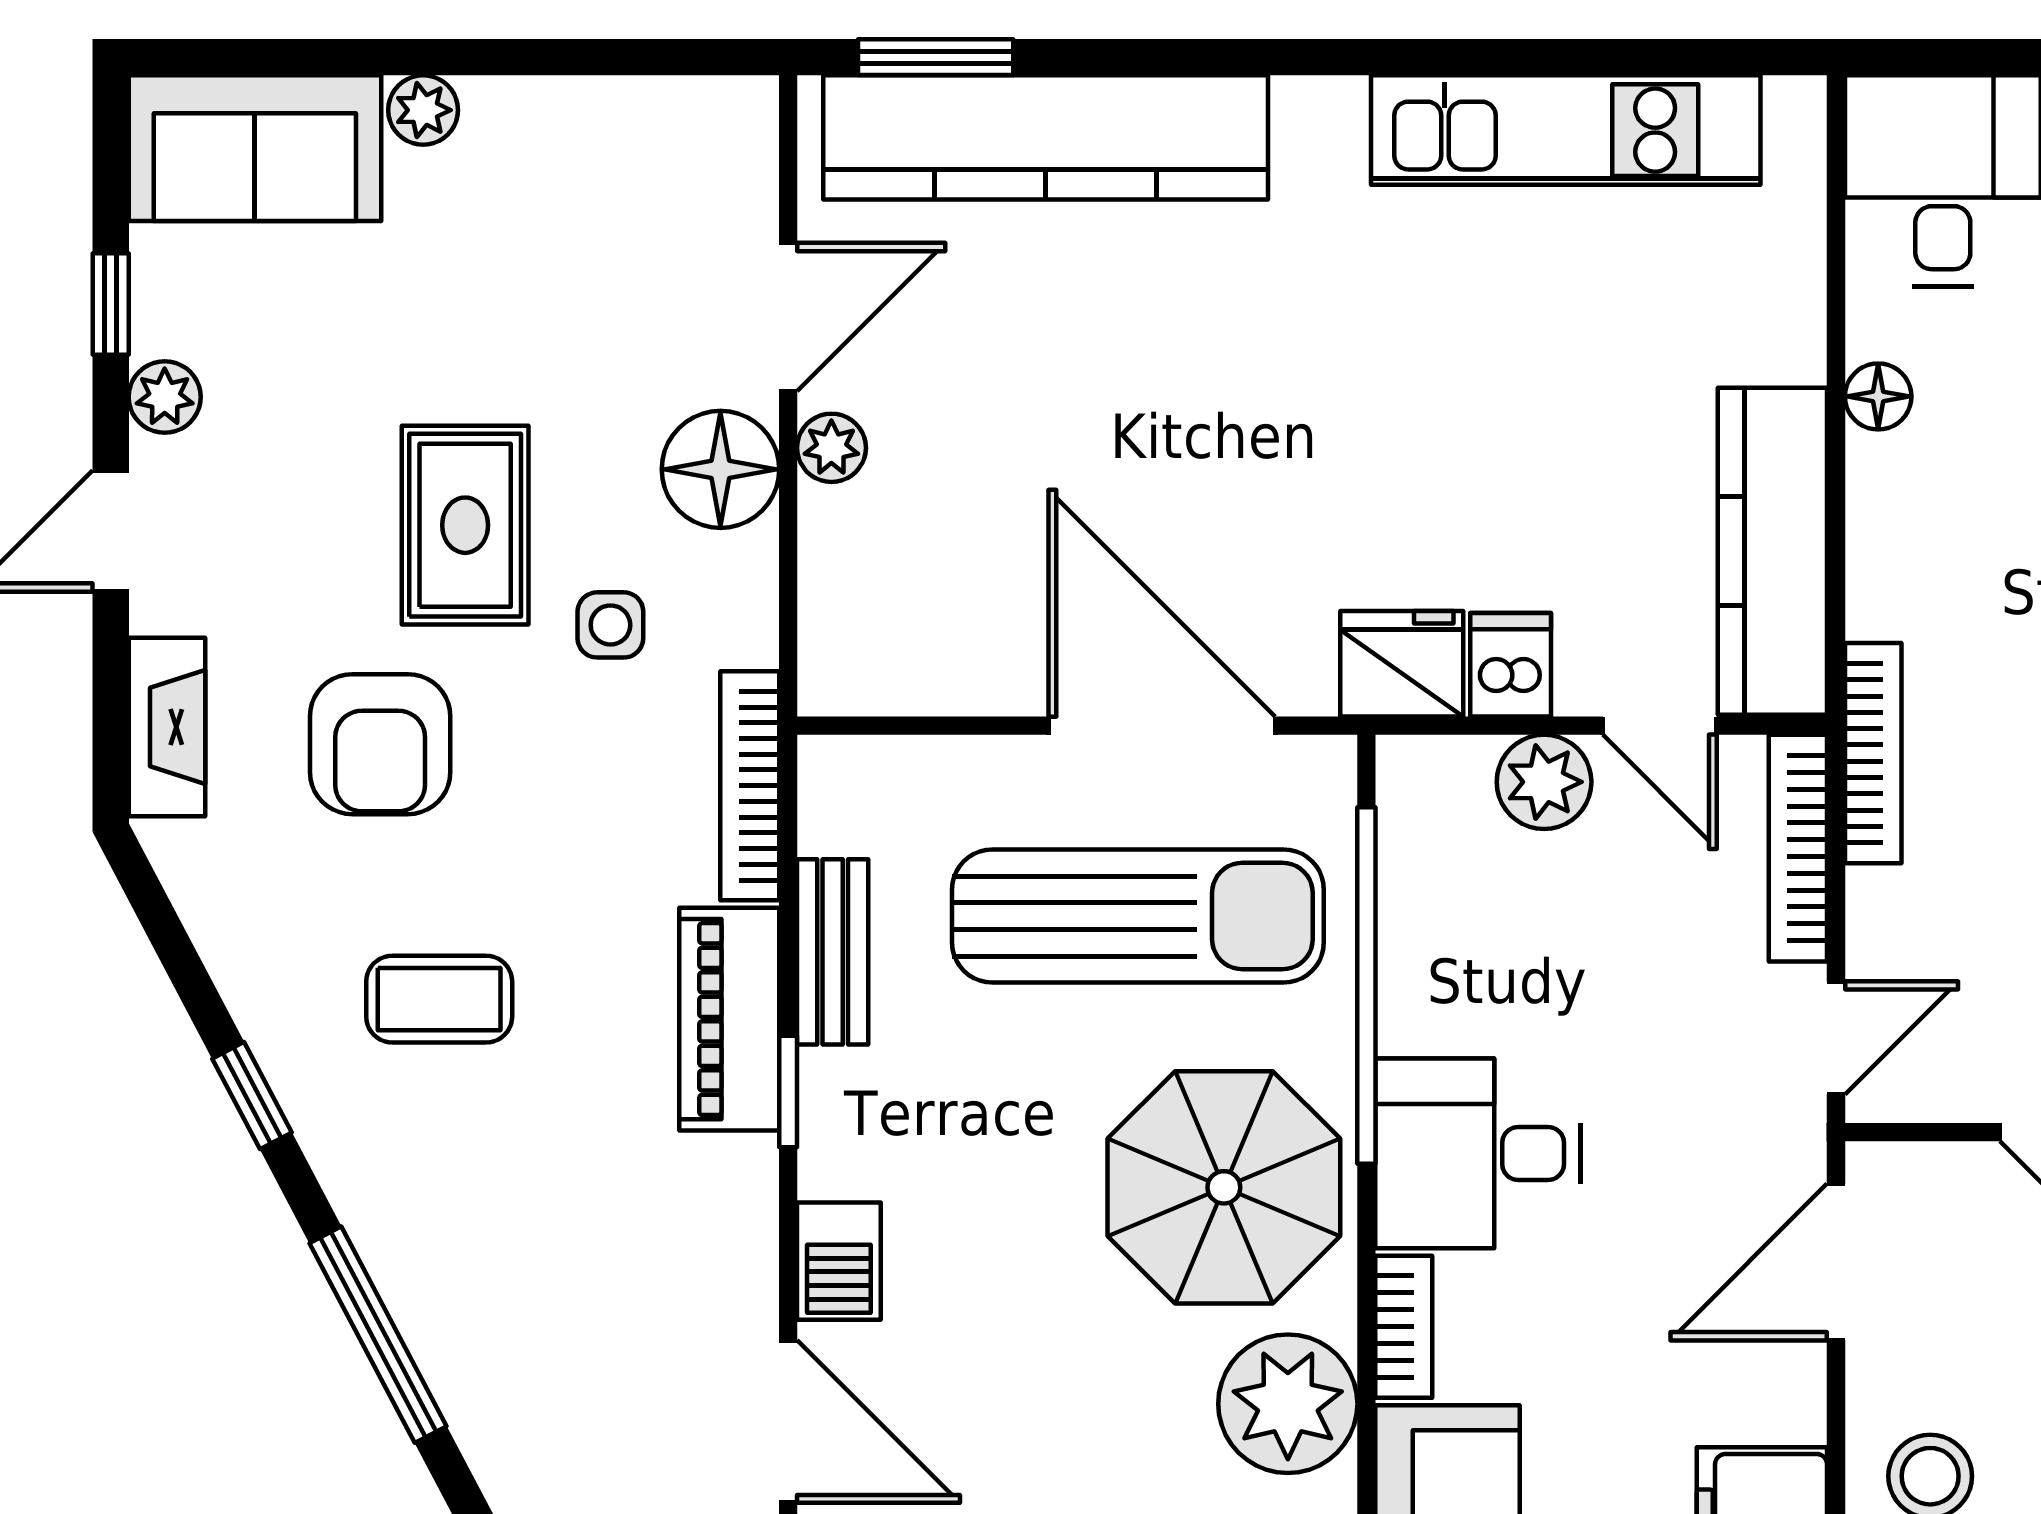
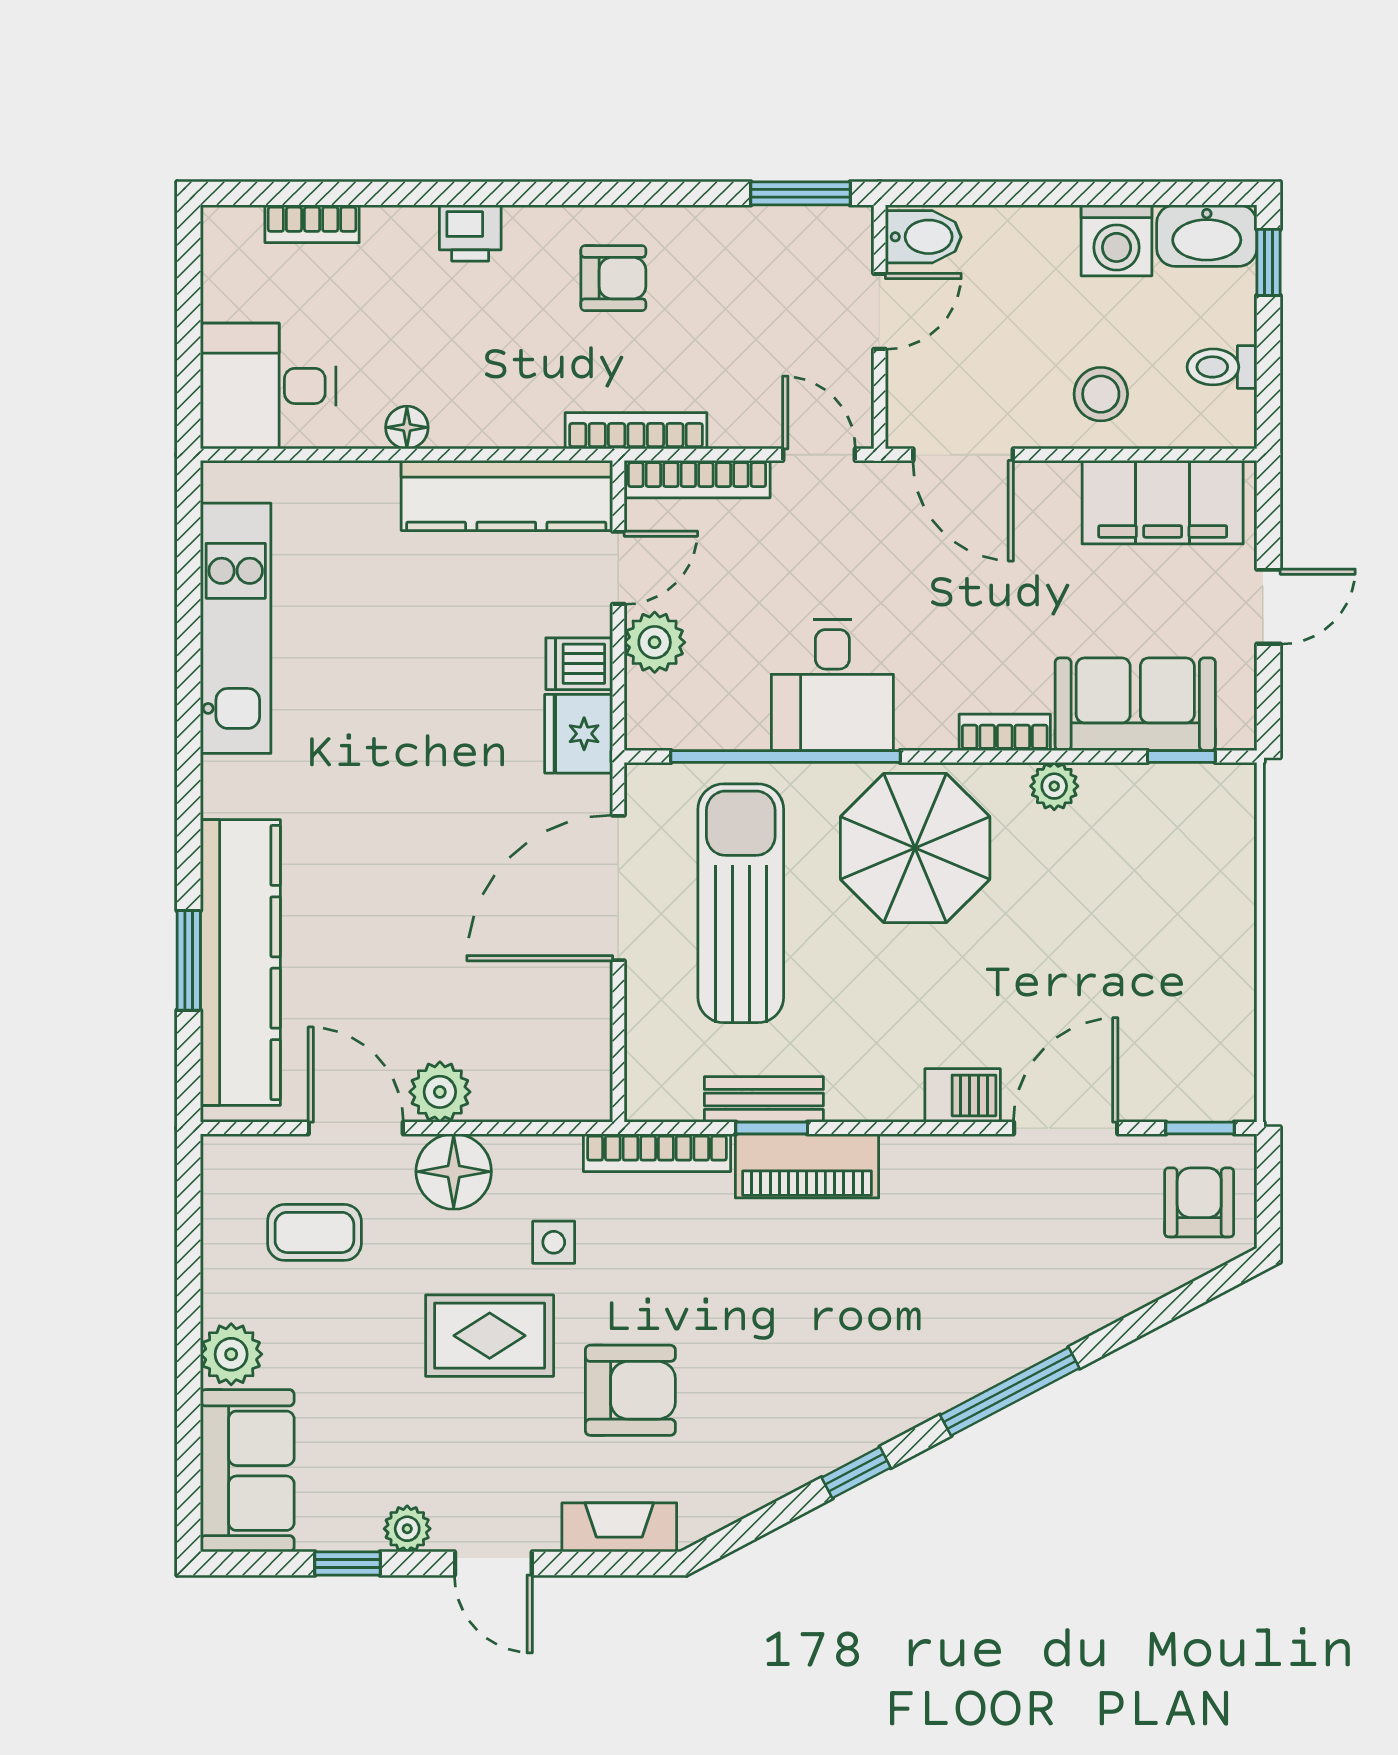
window: (936, 57) -> (189, 960), moved
plant: (423, 110) -> (231, 1354), width x1.38, depth x1.38
plant: (831, 448) -> (440, 1092), width x1.38, depth x1.38
coffee table: (439, 999) -> (314, 1232), moved, turned 90
window: (788, 1091) -> (772, 1128), moved
desk: (1478, 1153) -> (832, 685), moved
plant: (1288, 1404) -> (1054, 786), width x0.53, depth x0.53

